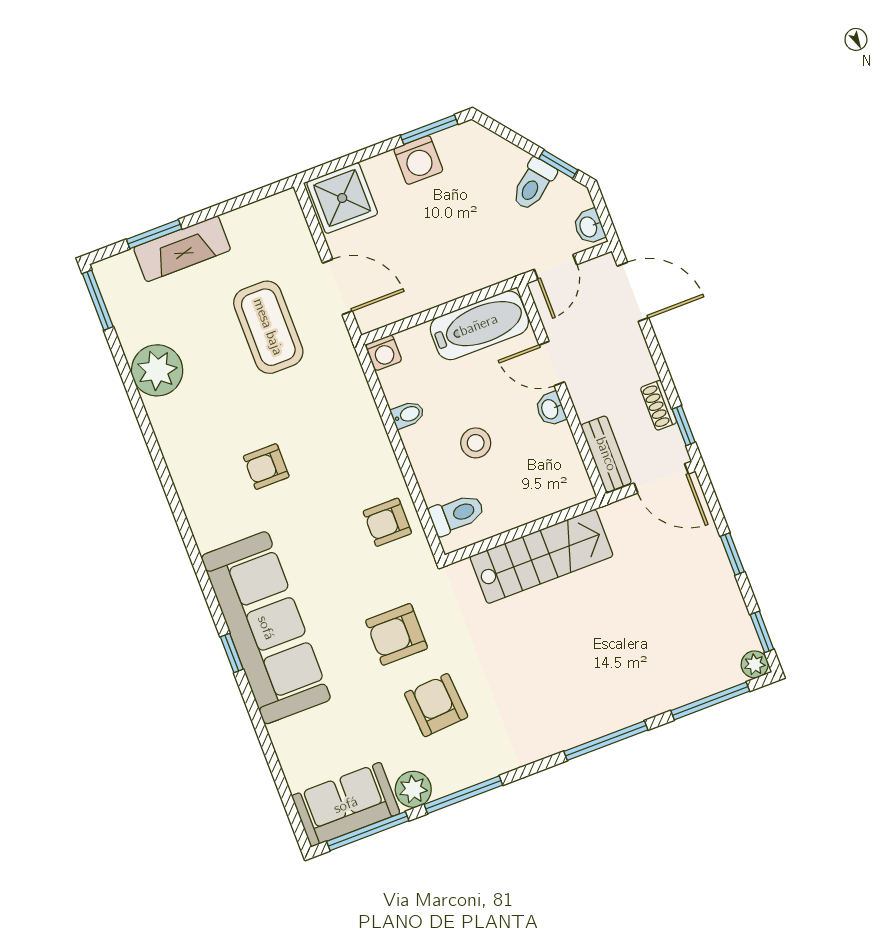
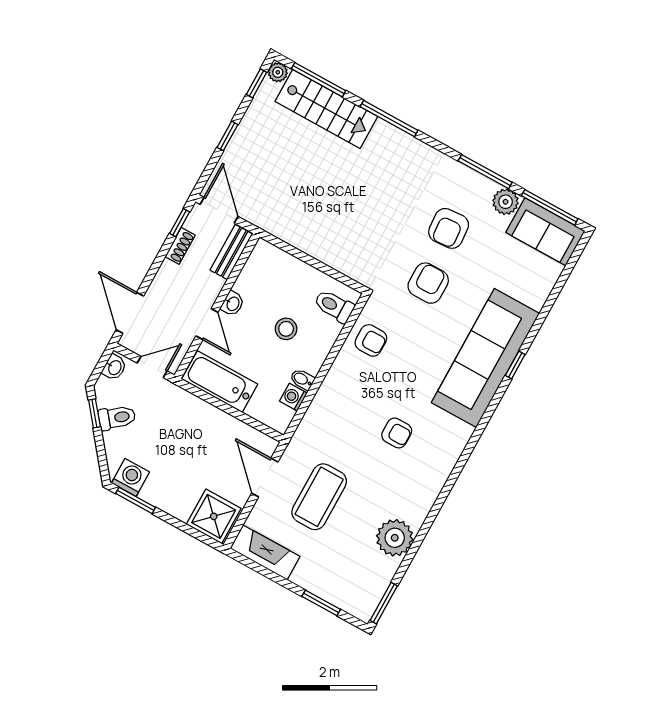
washing machine: (418, 160) -> (131, 477), moved
fireplace: (182, 249) -> (265, 552), moved
washing machine: (384, 353) -> (293, 397), moved, turned -90
stairs: (541, 556) -> (326, 109), moved, turned 180
armchair: (397, 634) -> (428, 283), turned -90

